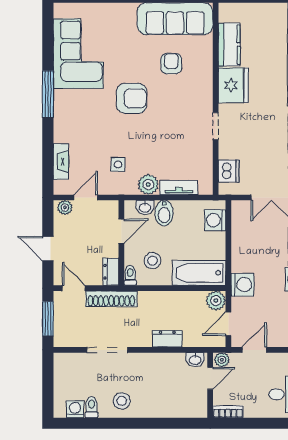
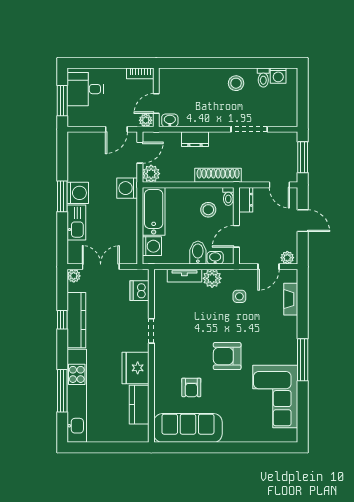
bathtub: (199, 273) -> (154, 211), moved, turned -90
shoe rack: (111, 299) -> (218, 175), moved

